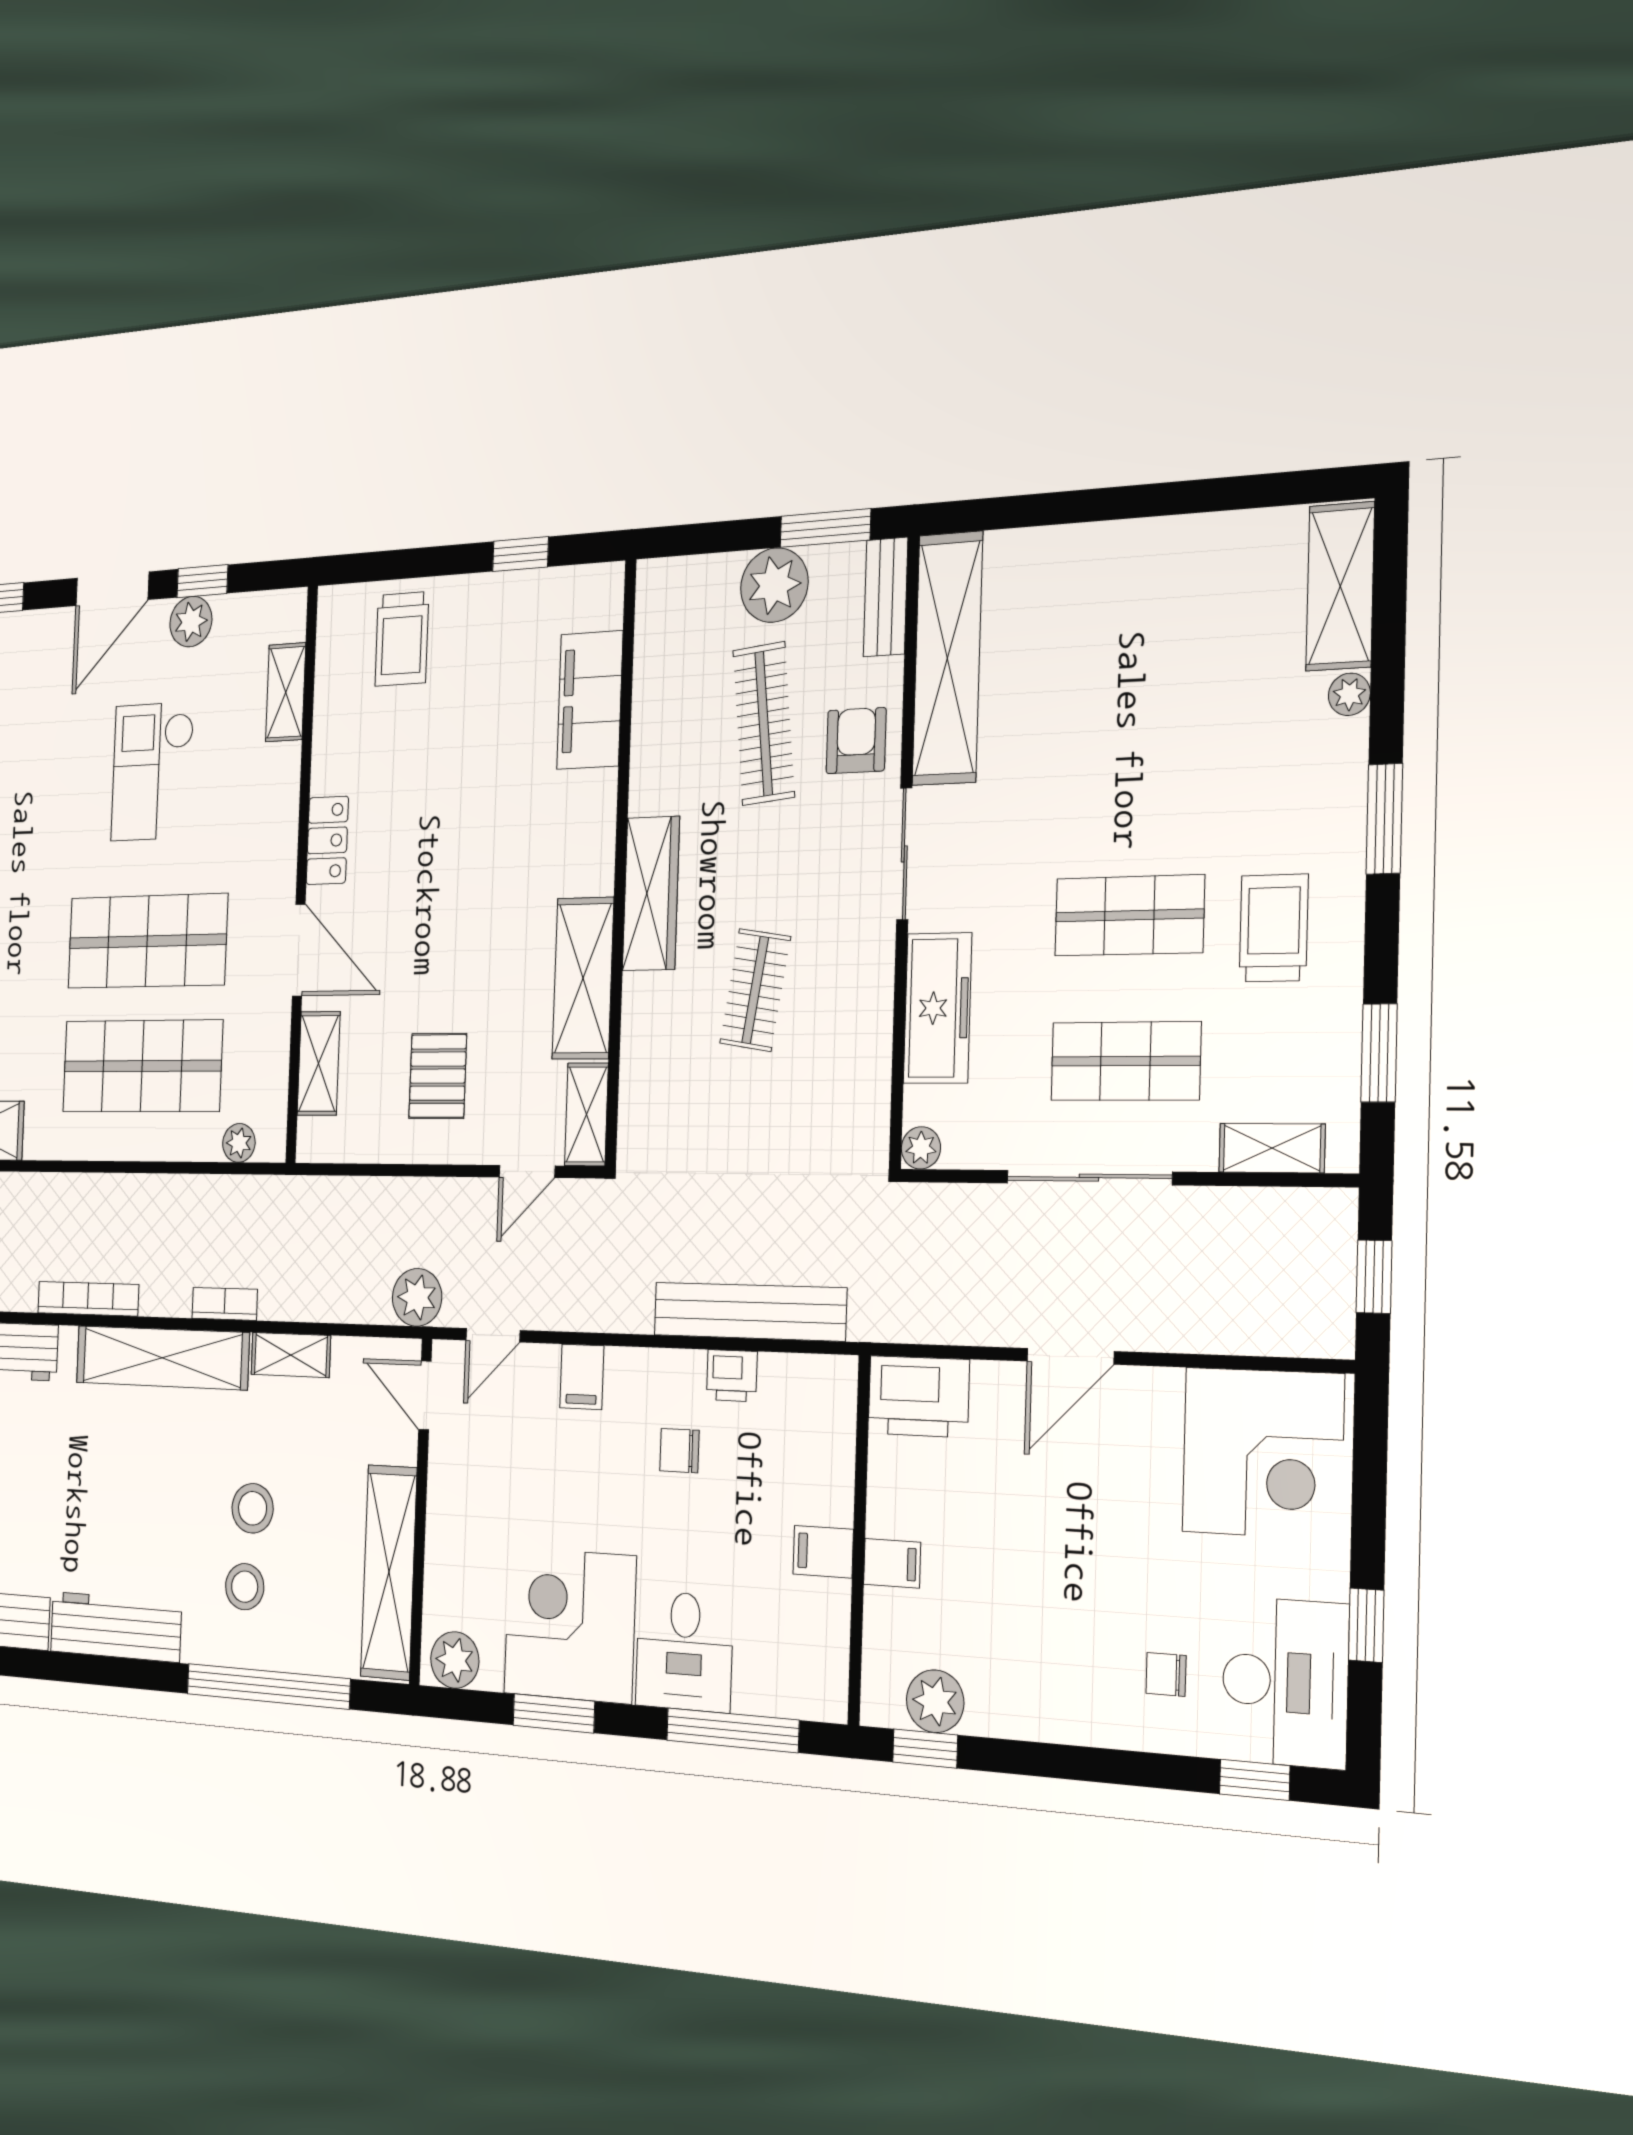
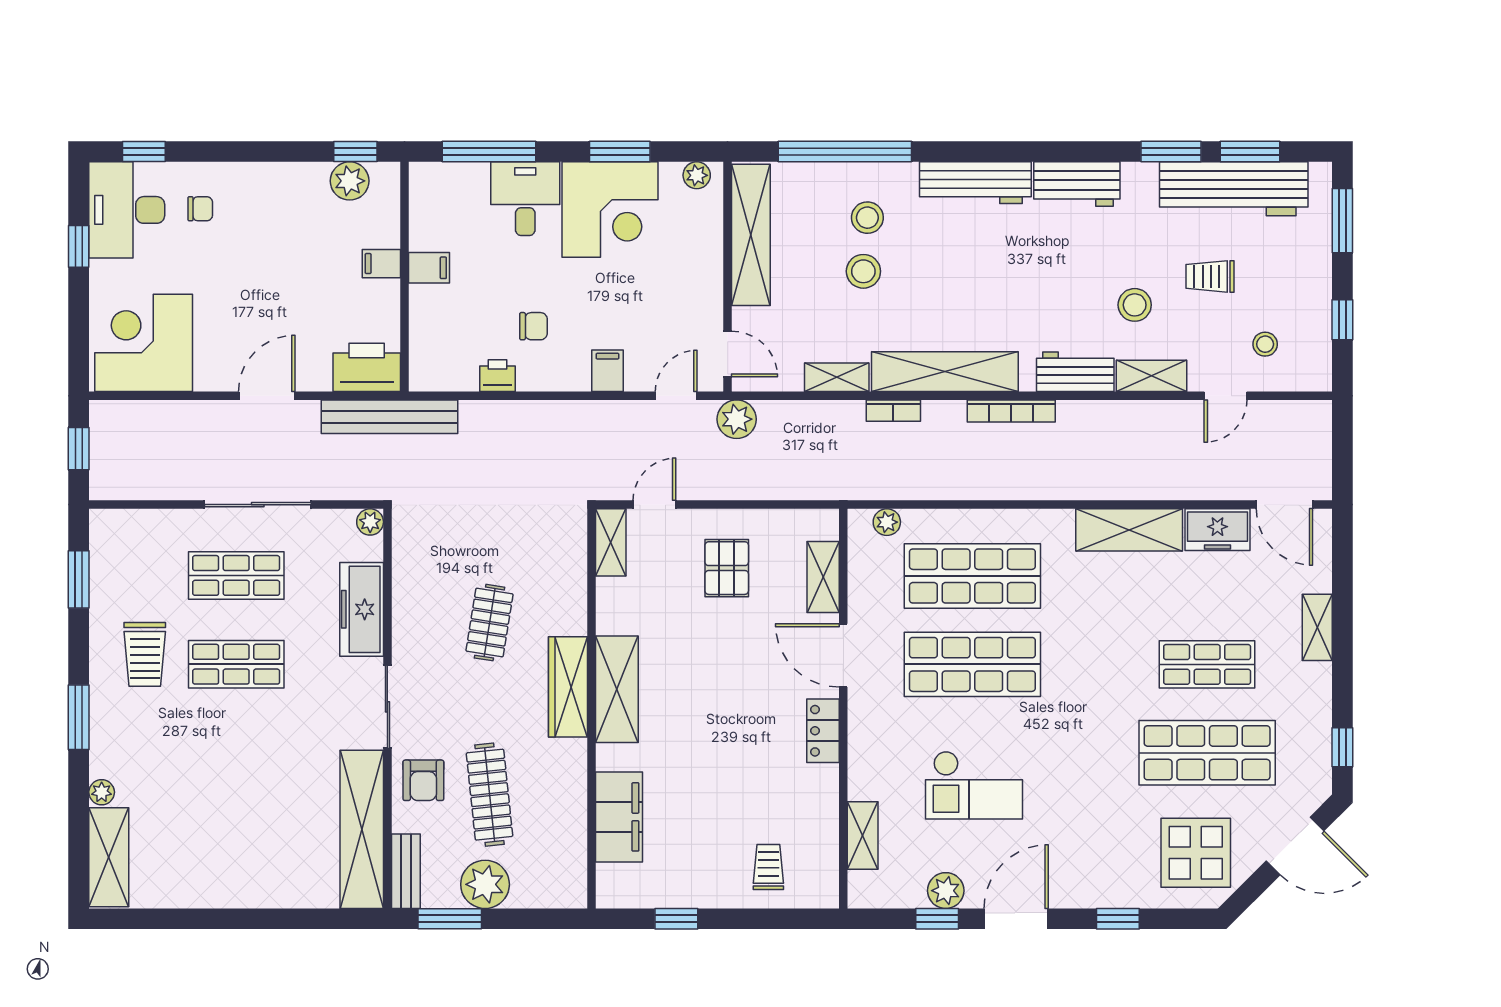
trolley: (402, 639) -> (768, 867), width x0.73, depth x0.72
checkout: (152, 772) -> (974, 785), turned 90
shelving: (583, 978) -> (617, 689), moved
shelving: (1272, 1148) -> (143, 523), removed
bench: (749, 1312) -> (390, 417), moved
plant: (455, 1660) -> (697, 175), width x0.73, depth x0.73

